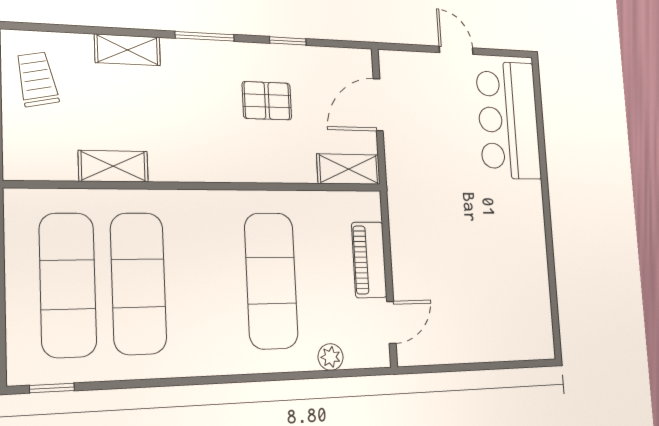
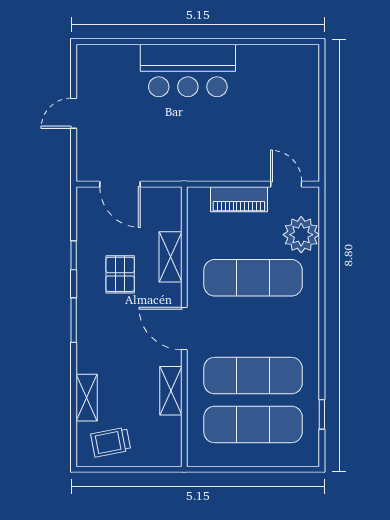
shelving: (128, 50) -> (87, 398), moved
bar counter: (509, 120) -> (188, 70), moved
shelving: (349, 169) -> (170, 257), moved
door: (200, 186) -> (184, 329), added
plant: (331, 357) -> (301, 235), width x1.88, depth x1.88
window: (52, 388) -> (322, 414), moved

